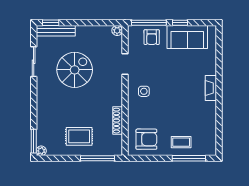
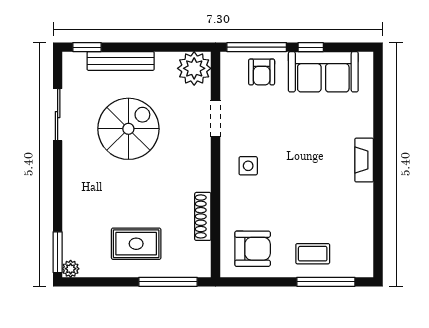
plant: (117, 30) -> (194, 68), width x1.88, depth x1.88
bench: (56, 31) -> (121, 61), moved

